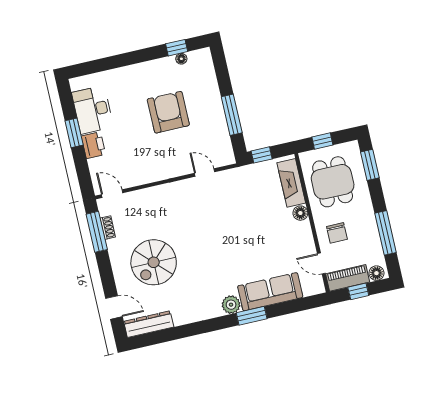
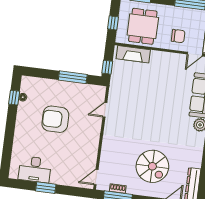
printer: (93, 145) -> (59, 178), removed
dining table: (333, 182) -> (143, 26), turned 90
floor lamp: (300, 213) -> (156, 56), removed

